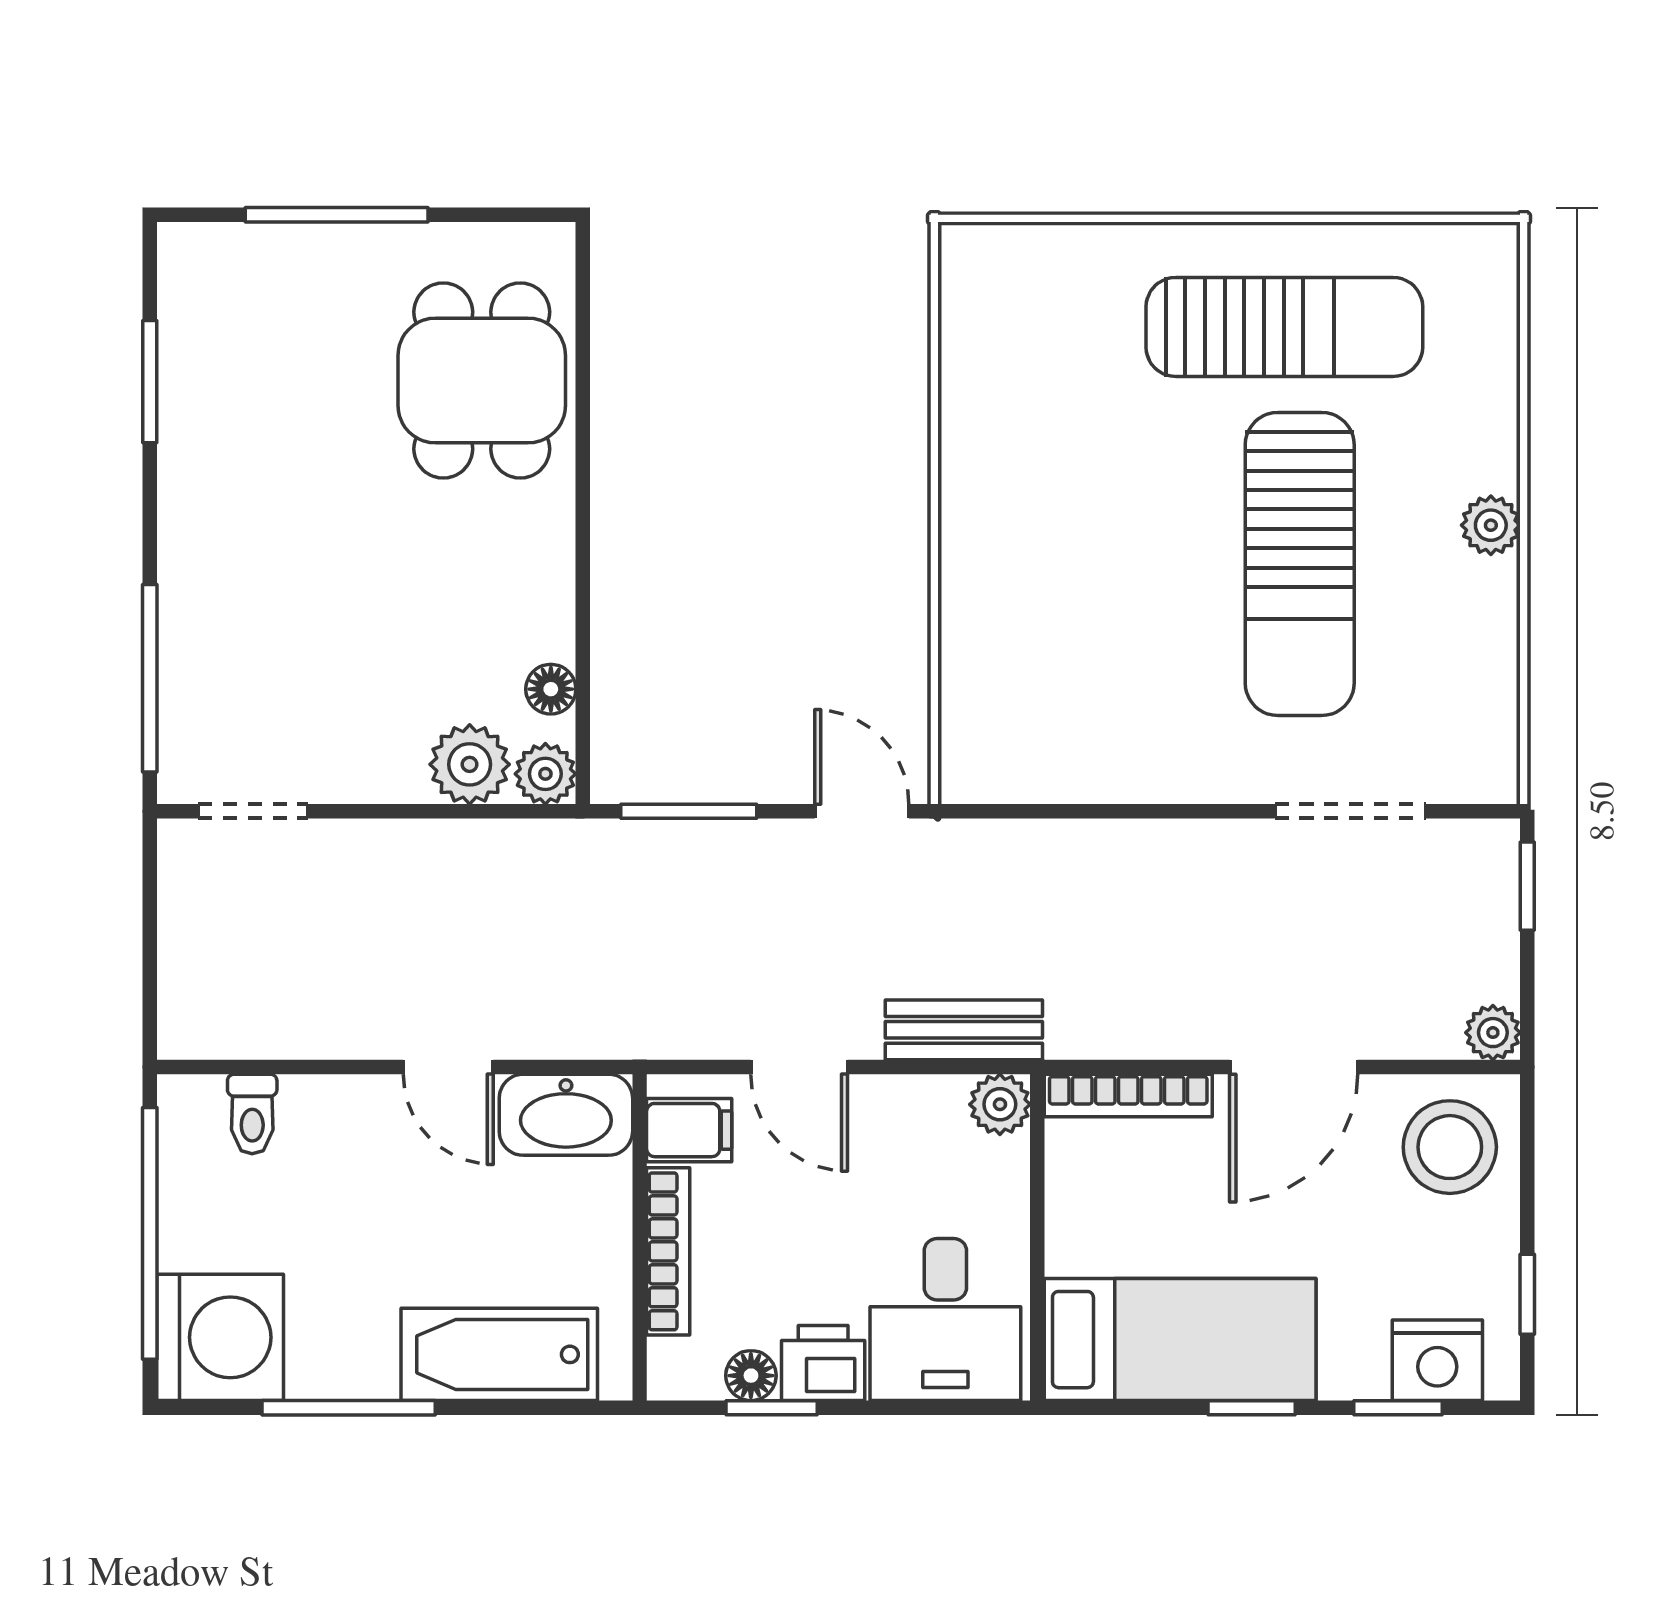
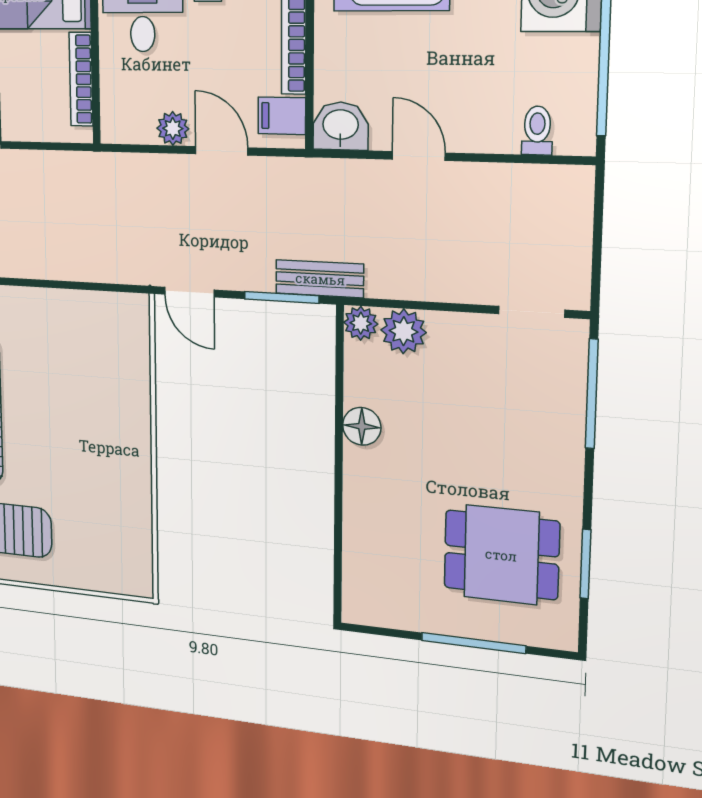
dining table: (482, 381) -> (501, 555), moved, turned 90
floor lamp: (551, 689) -> (362, 426), moved, width x1.37, depth x1.37
bench: (964, 1030) -> (320, 279), moved
bookcase: (1128, 1095) -> (81, 79), moved, turned -90
plant: (1000, 1104) -> (173, 128), moved
washbasin: (566, 1115) -> (341, 126), width x0.72

